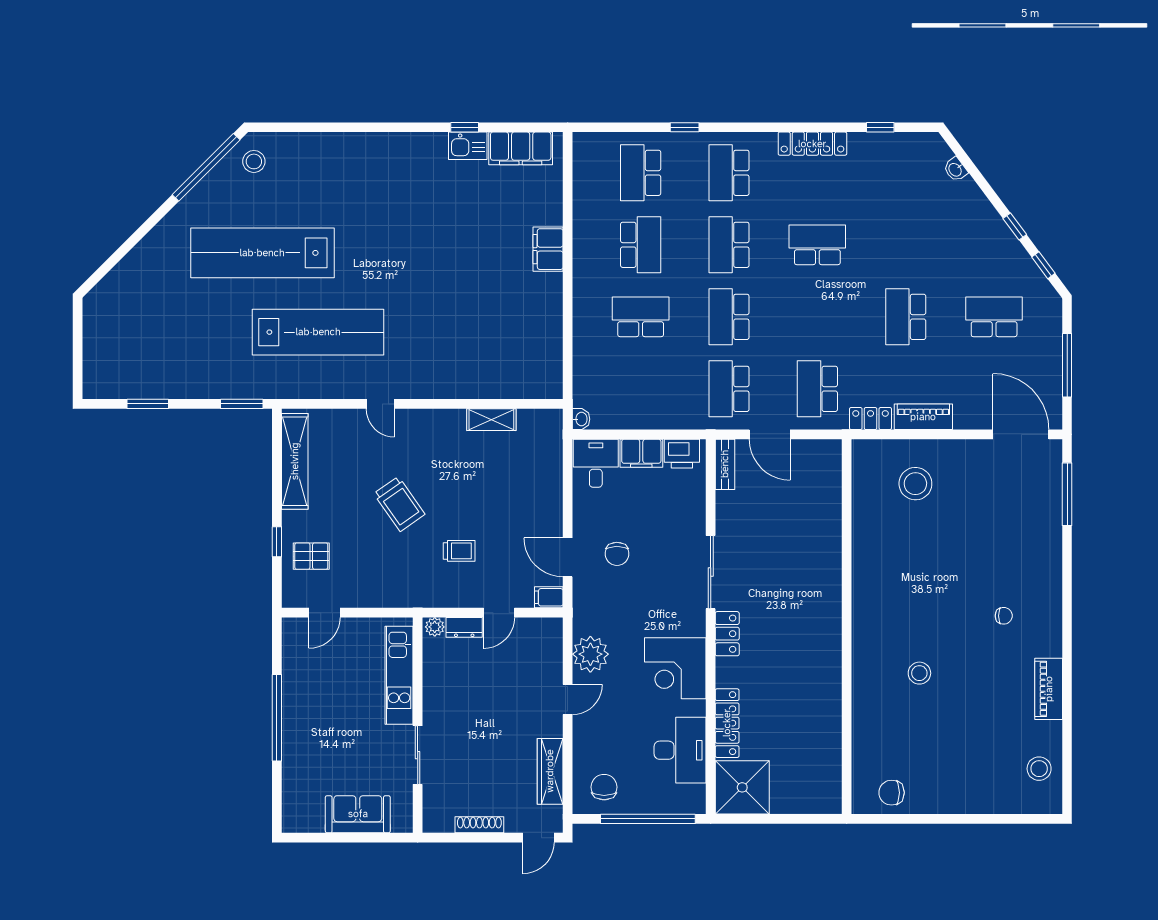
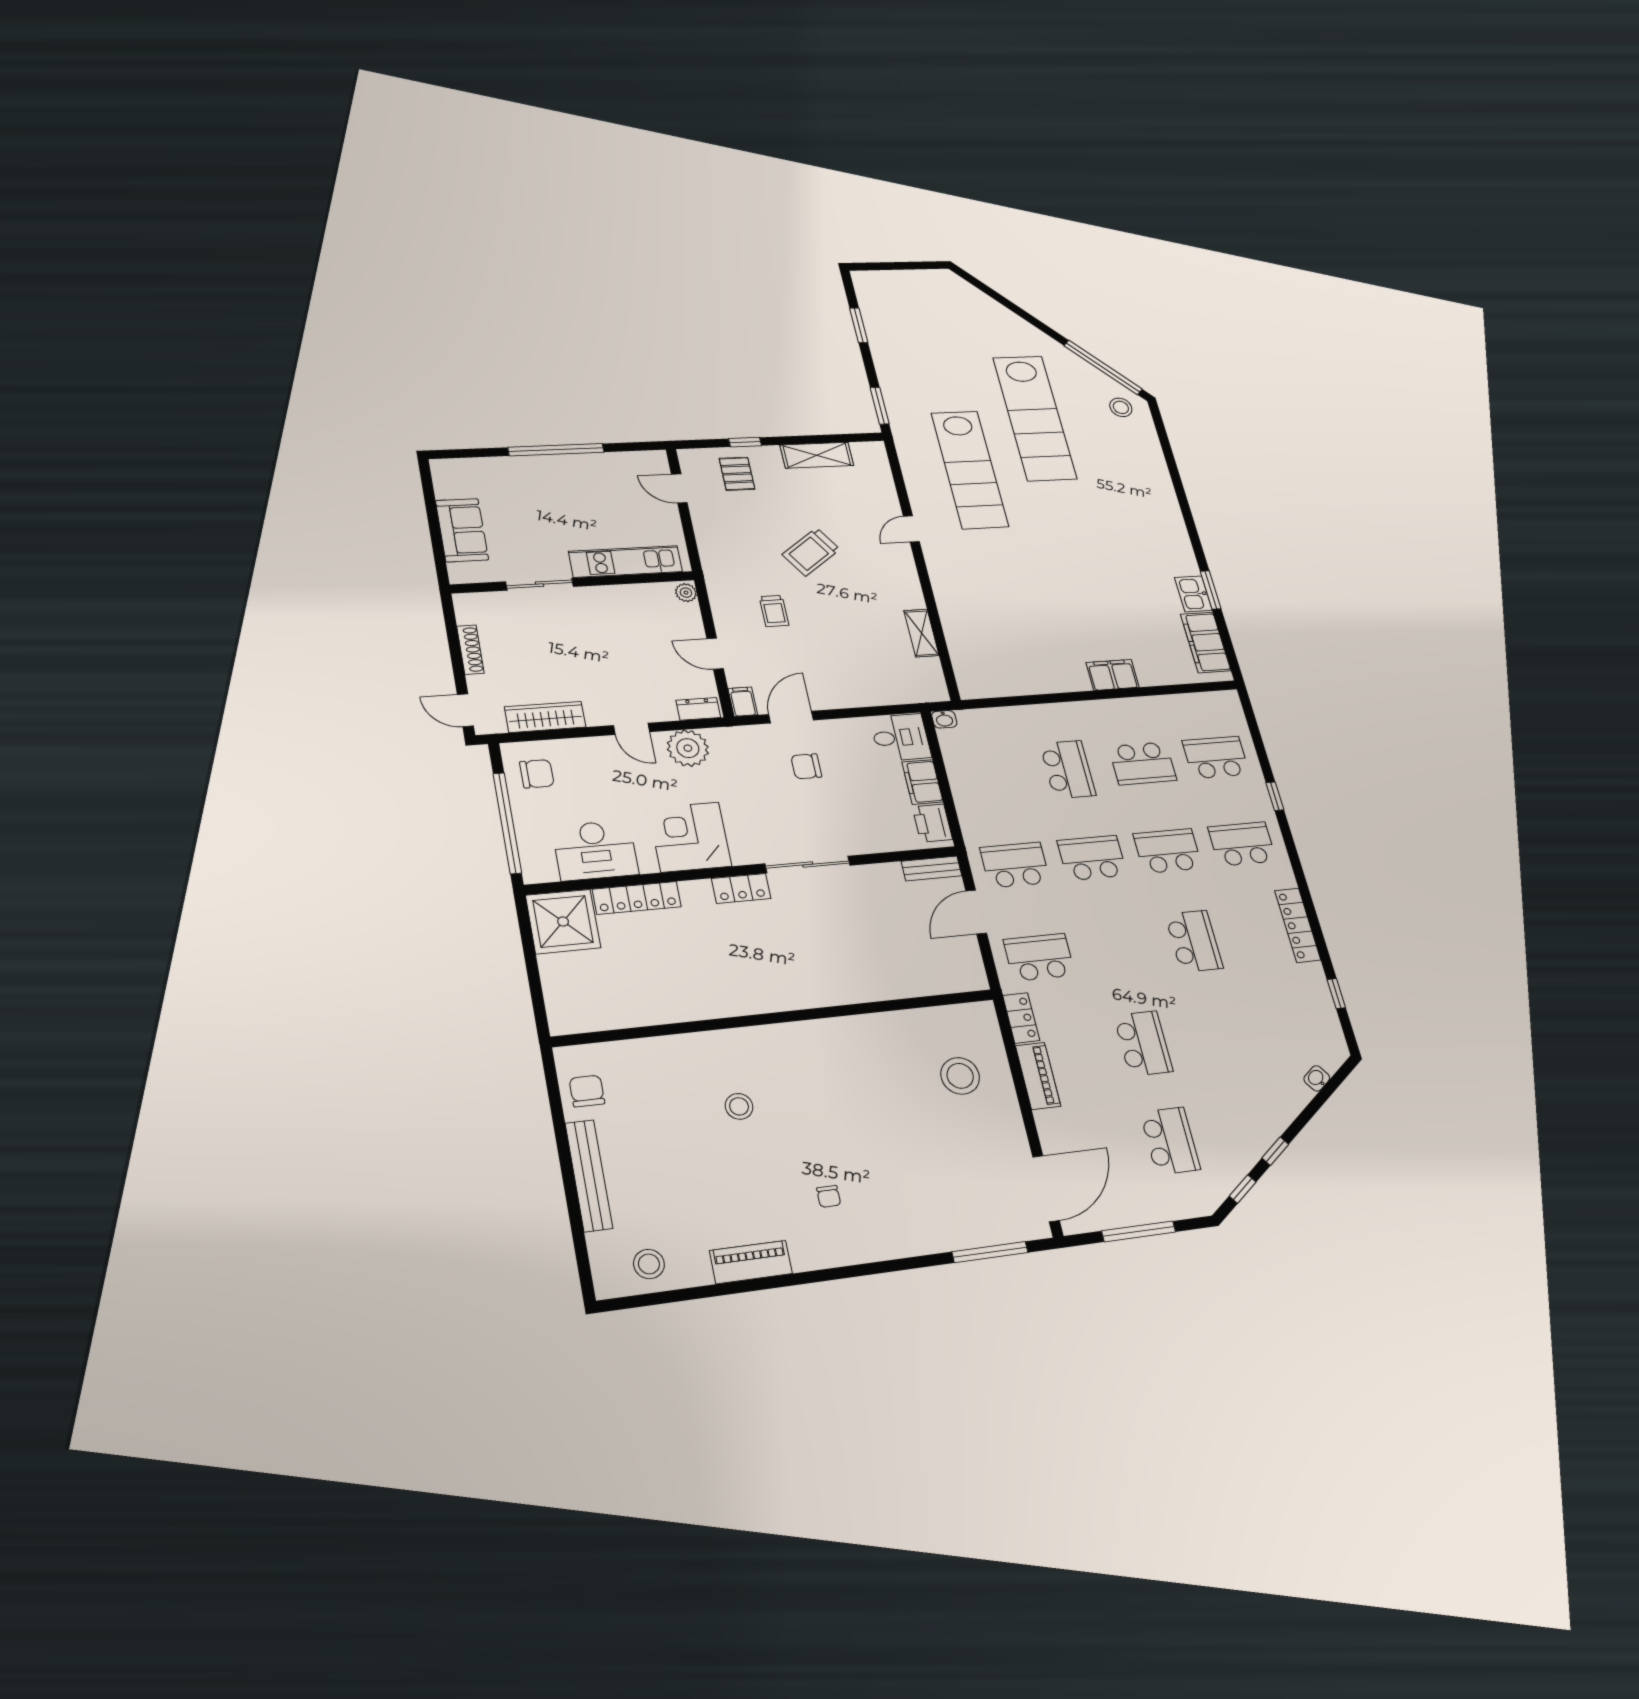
window: (465, 127) -> (1211, 590), width x1.50
lab bench: (262, 253) -> (1035, 418), turned 180
school desk: (906, 317) -> (1143, 1043), turned 90
shelving: (295, 461) -> (817, 455), width x0.68
dresser: (464, 627) -> (698, 709), moved, turned 90
bench: (962, 803) -> (589, 1176), added

